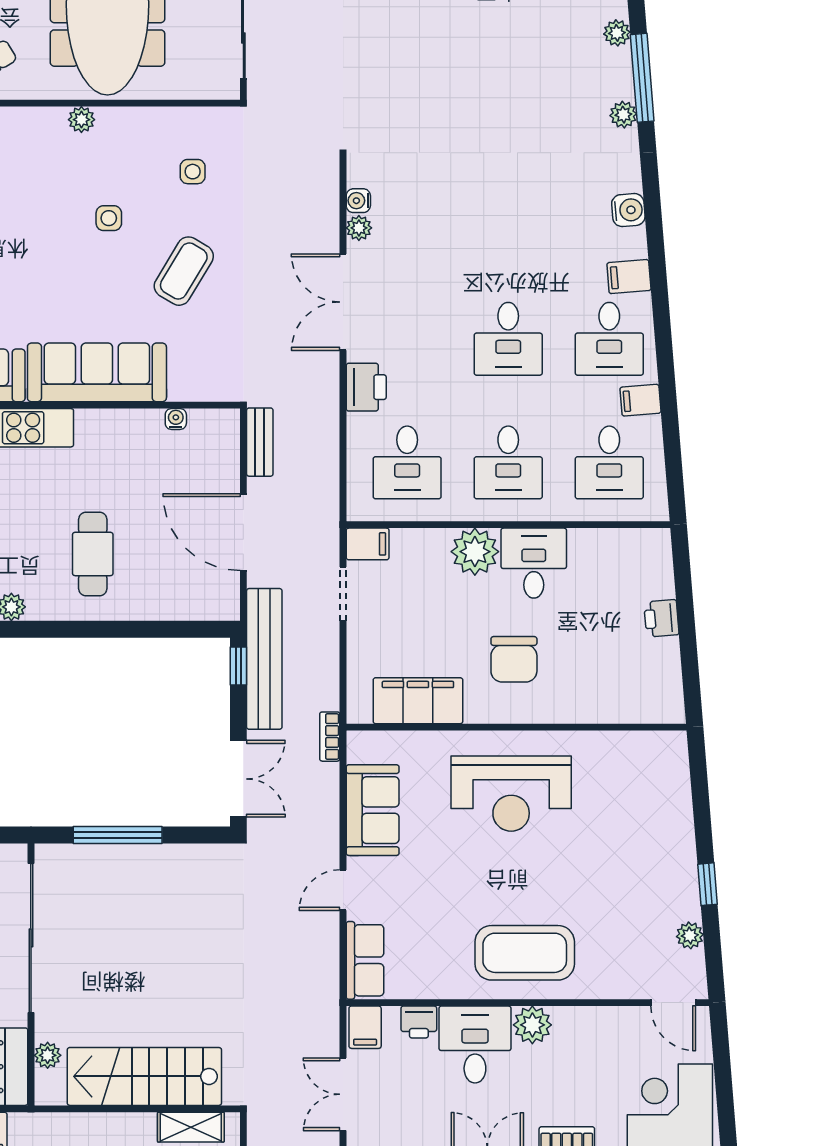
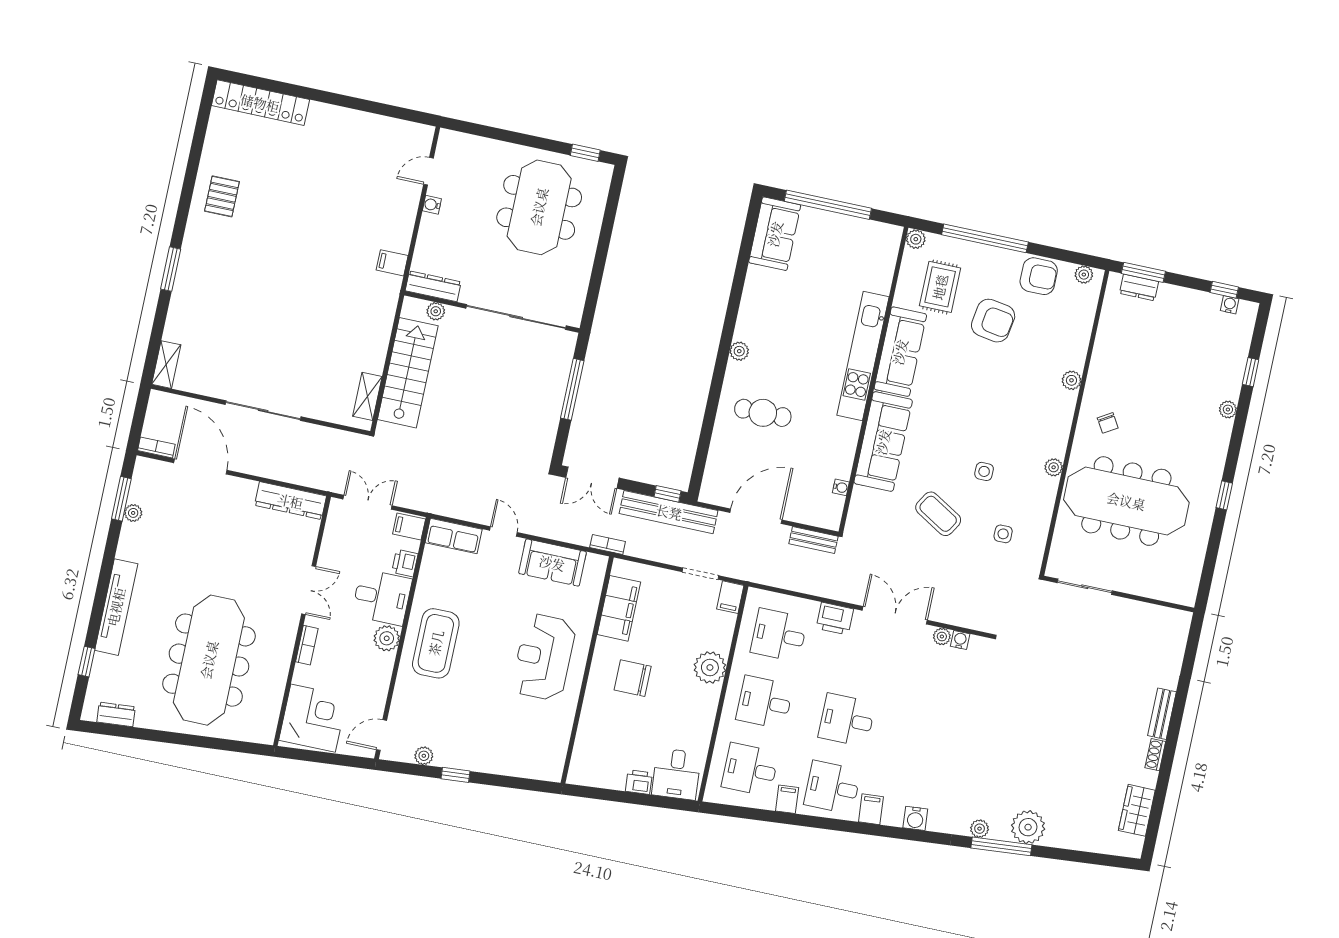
plant: (617, 33) -> (1028, 827), width x1.87, depth x1.87
desk: (534, 563) -> (676, 774), moved, turned 85

